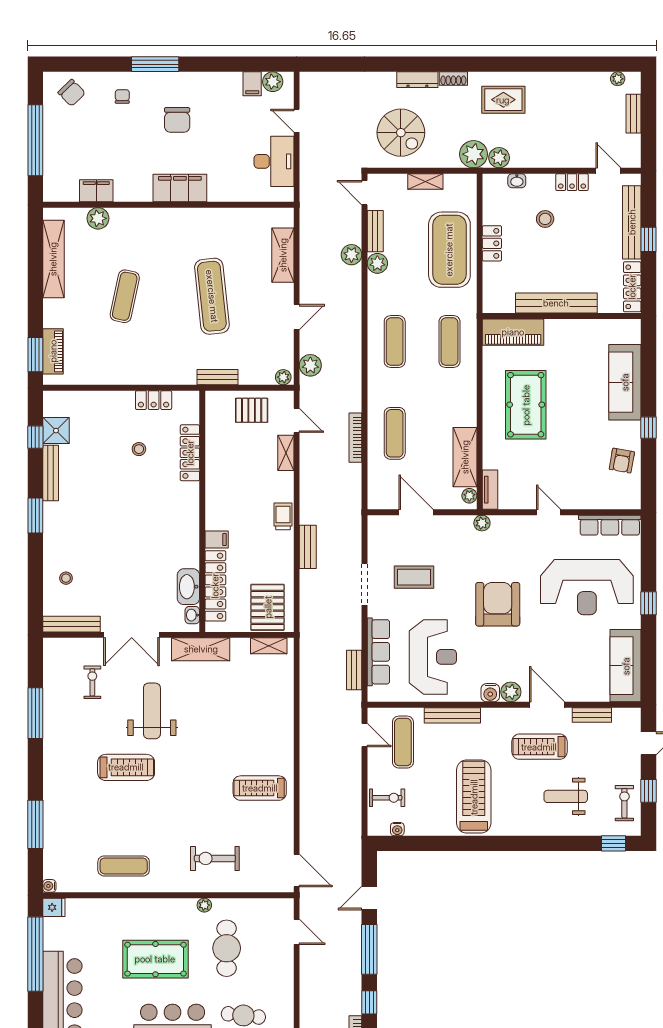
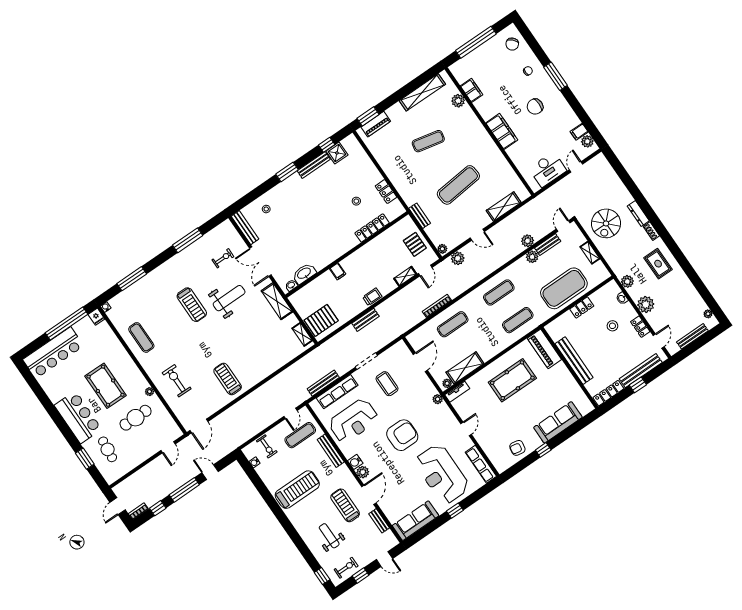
bench: (633, 114) -> (692, 336), width x1.36
plant: (474, 154) -> (646, 304), moved
locker: (215, 586) -> (314, 287), removed
bench: (354, 670) -> (323, 383), width x1.36

